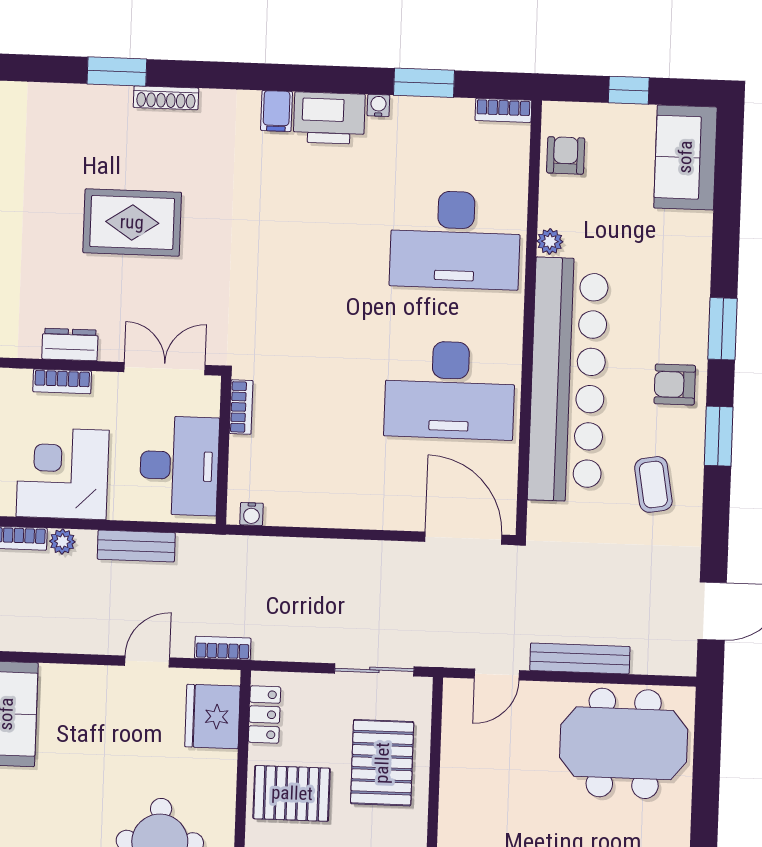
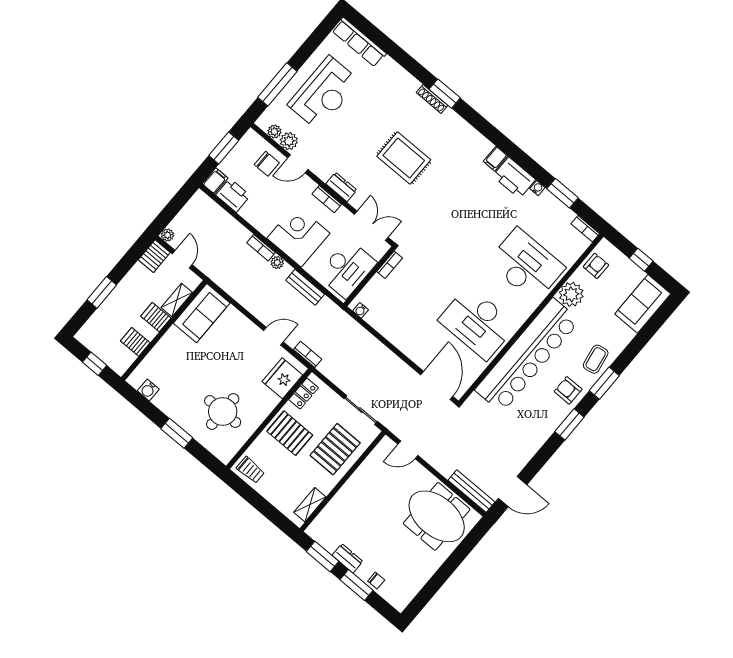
shoe rack: (166, 98) -> (432, 99), moved
desk: (455, 240) -> (526, 265), turned 180
plant: (550, 241) -> (571, 294), width x1.87, depth x1.87
coffee table: (653, 484) -> (596, 359), moved
bench: (580, 658) -> (471, 491), moved

